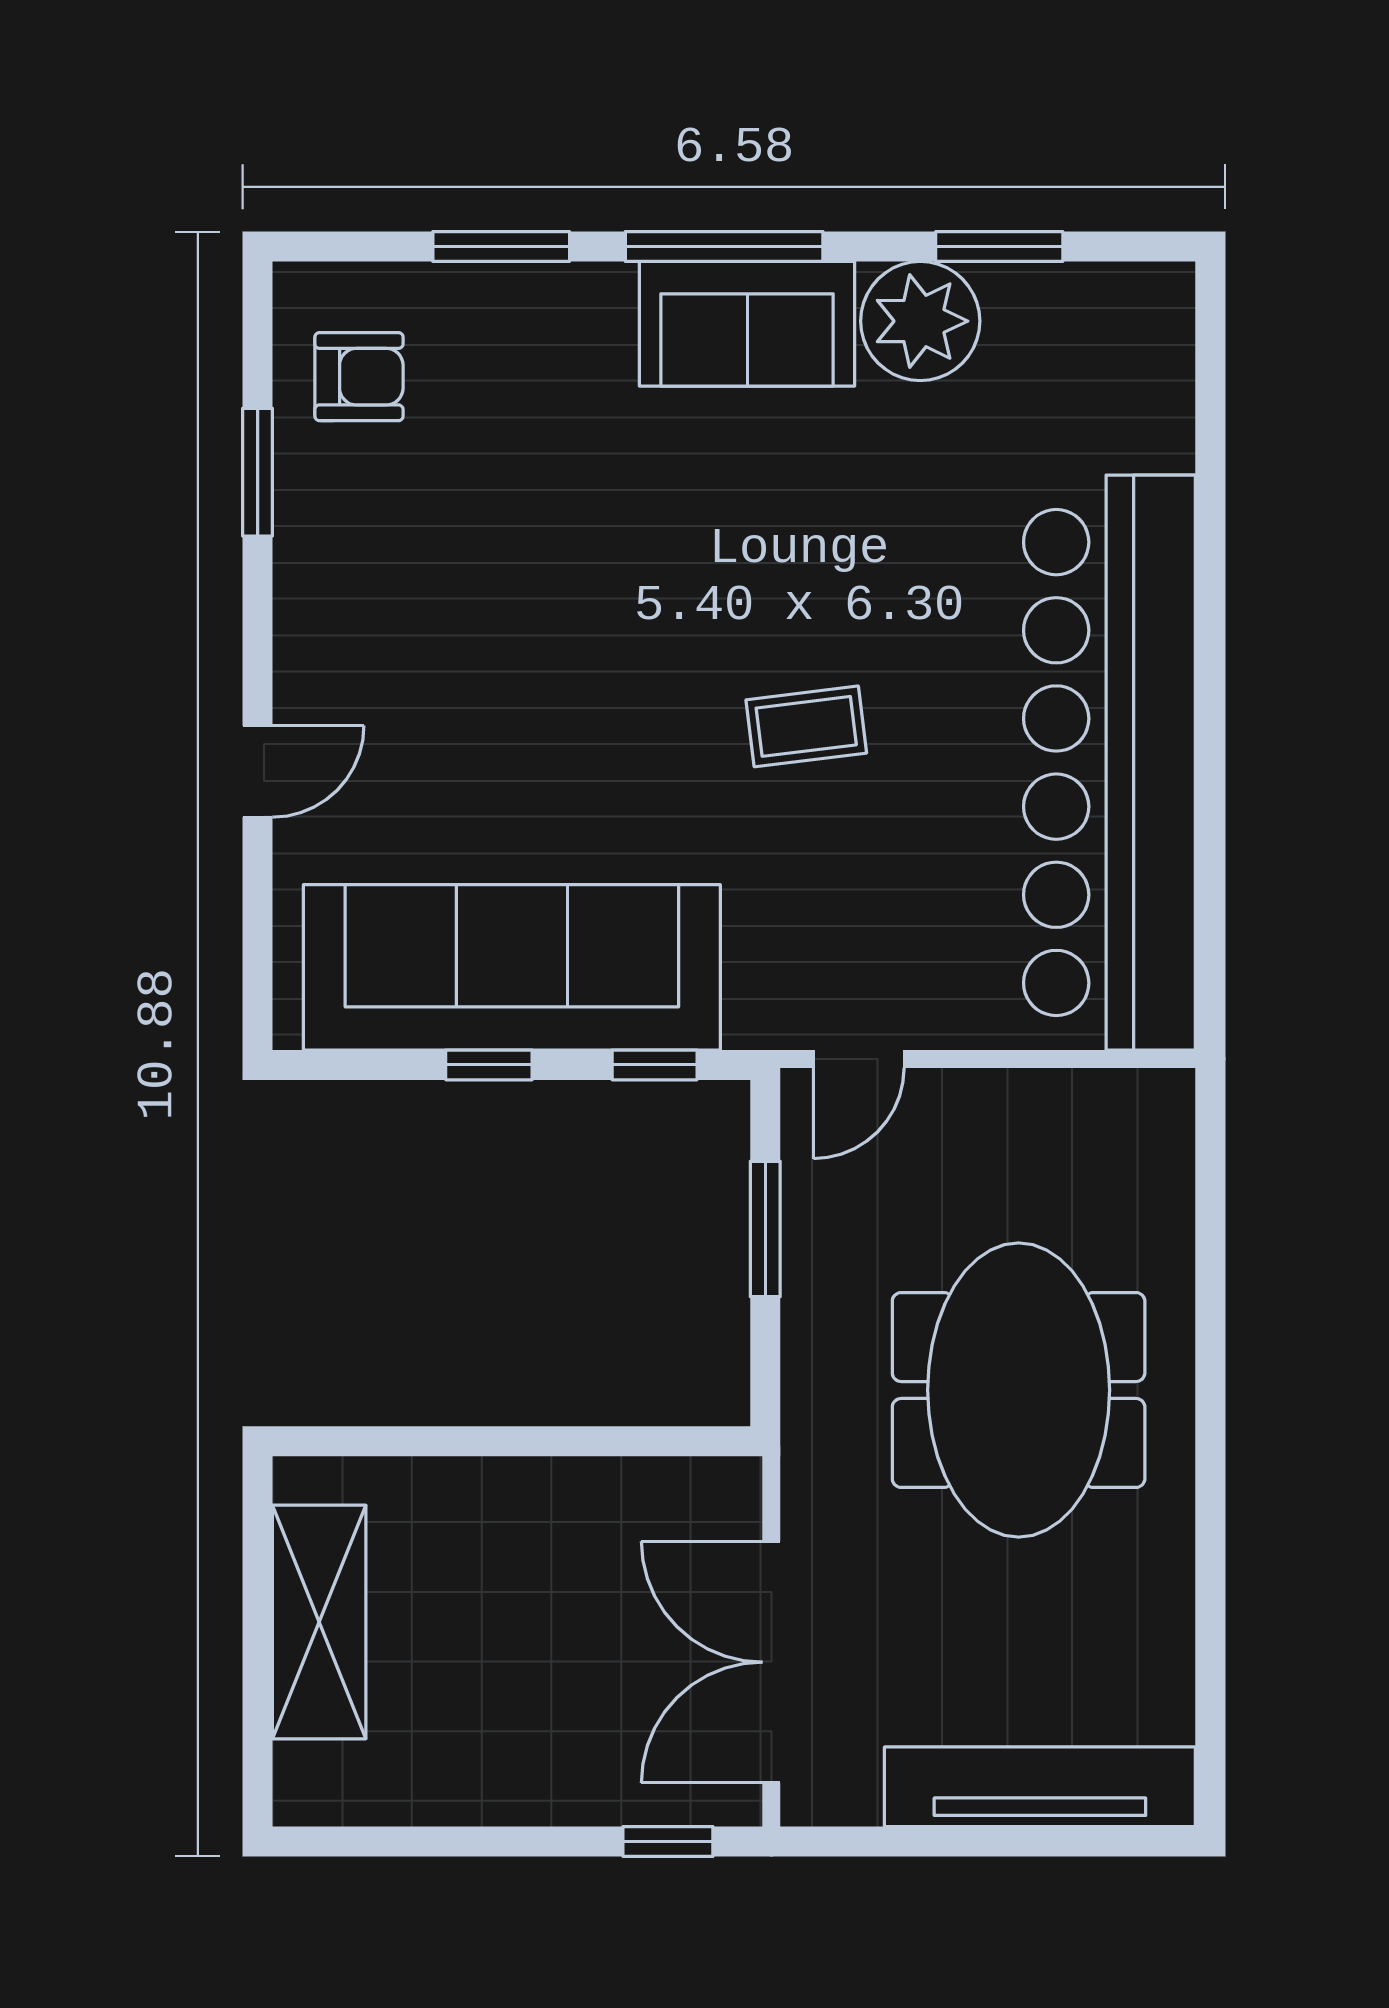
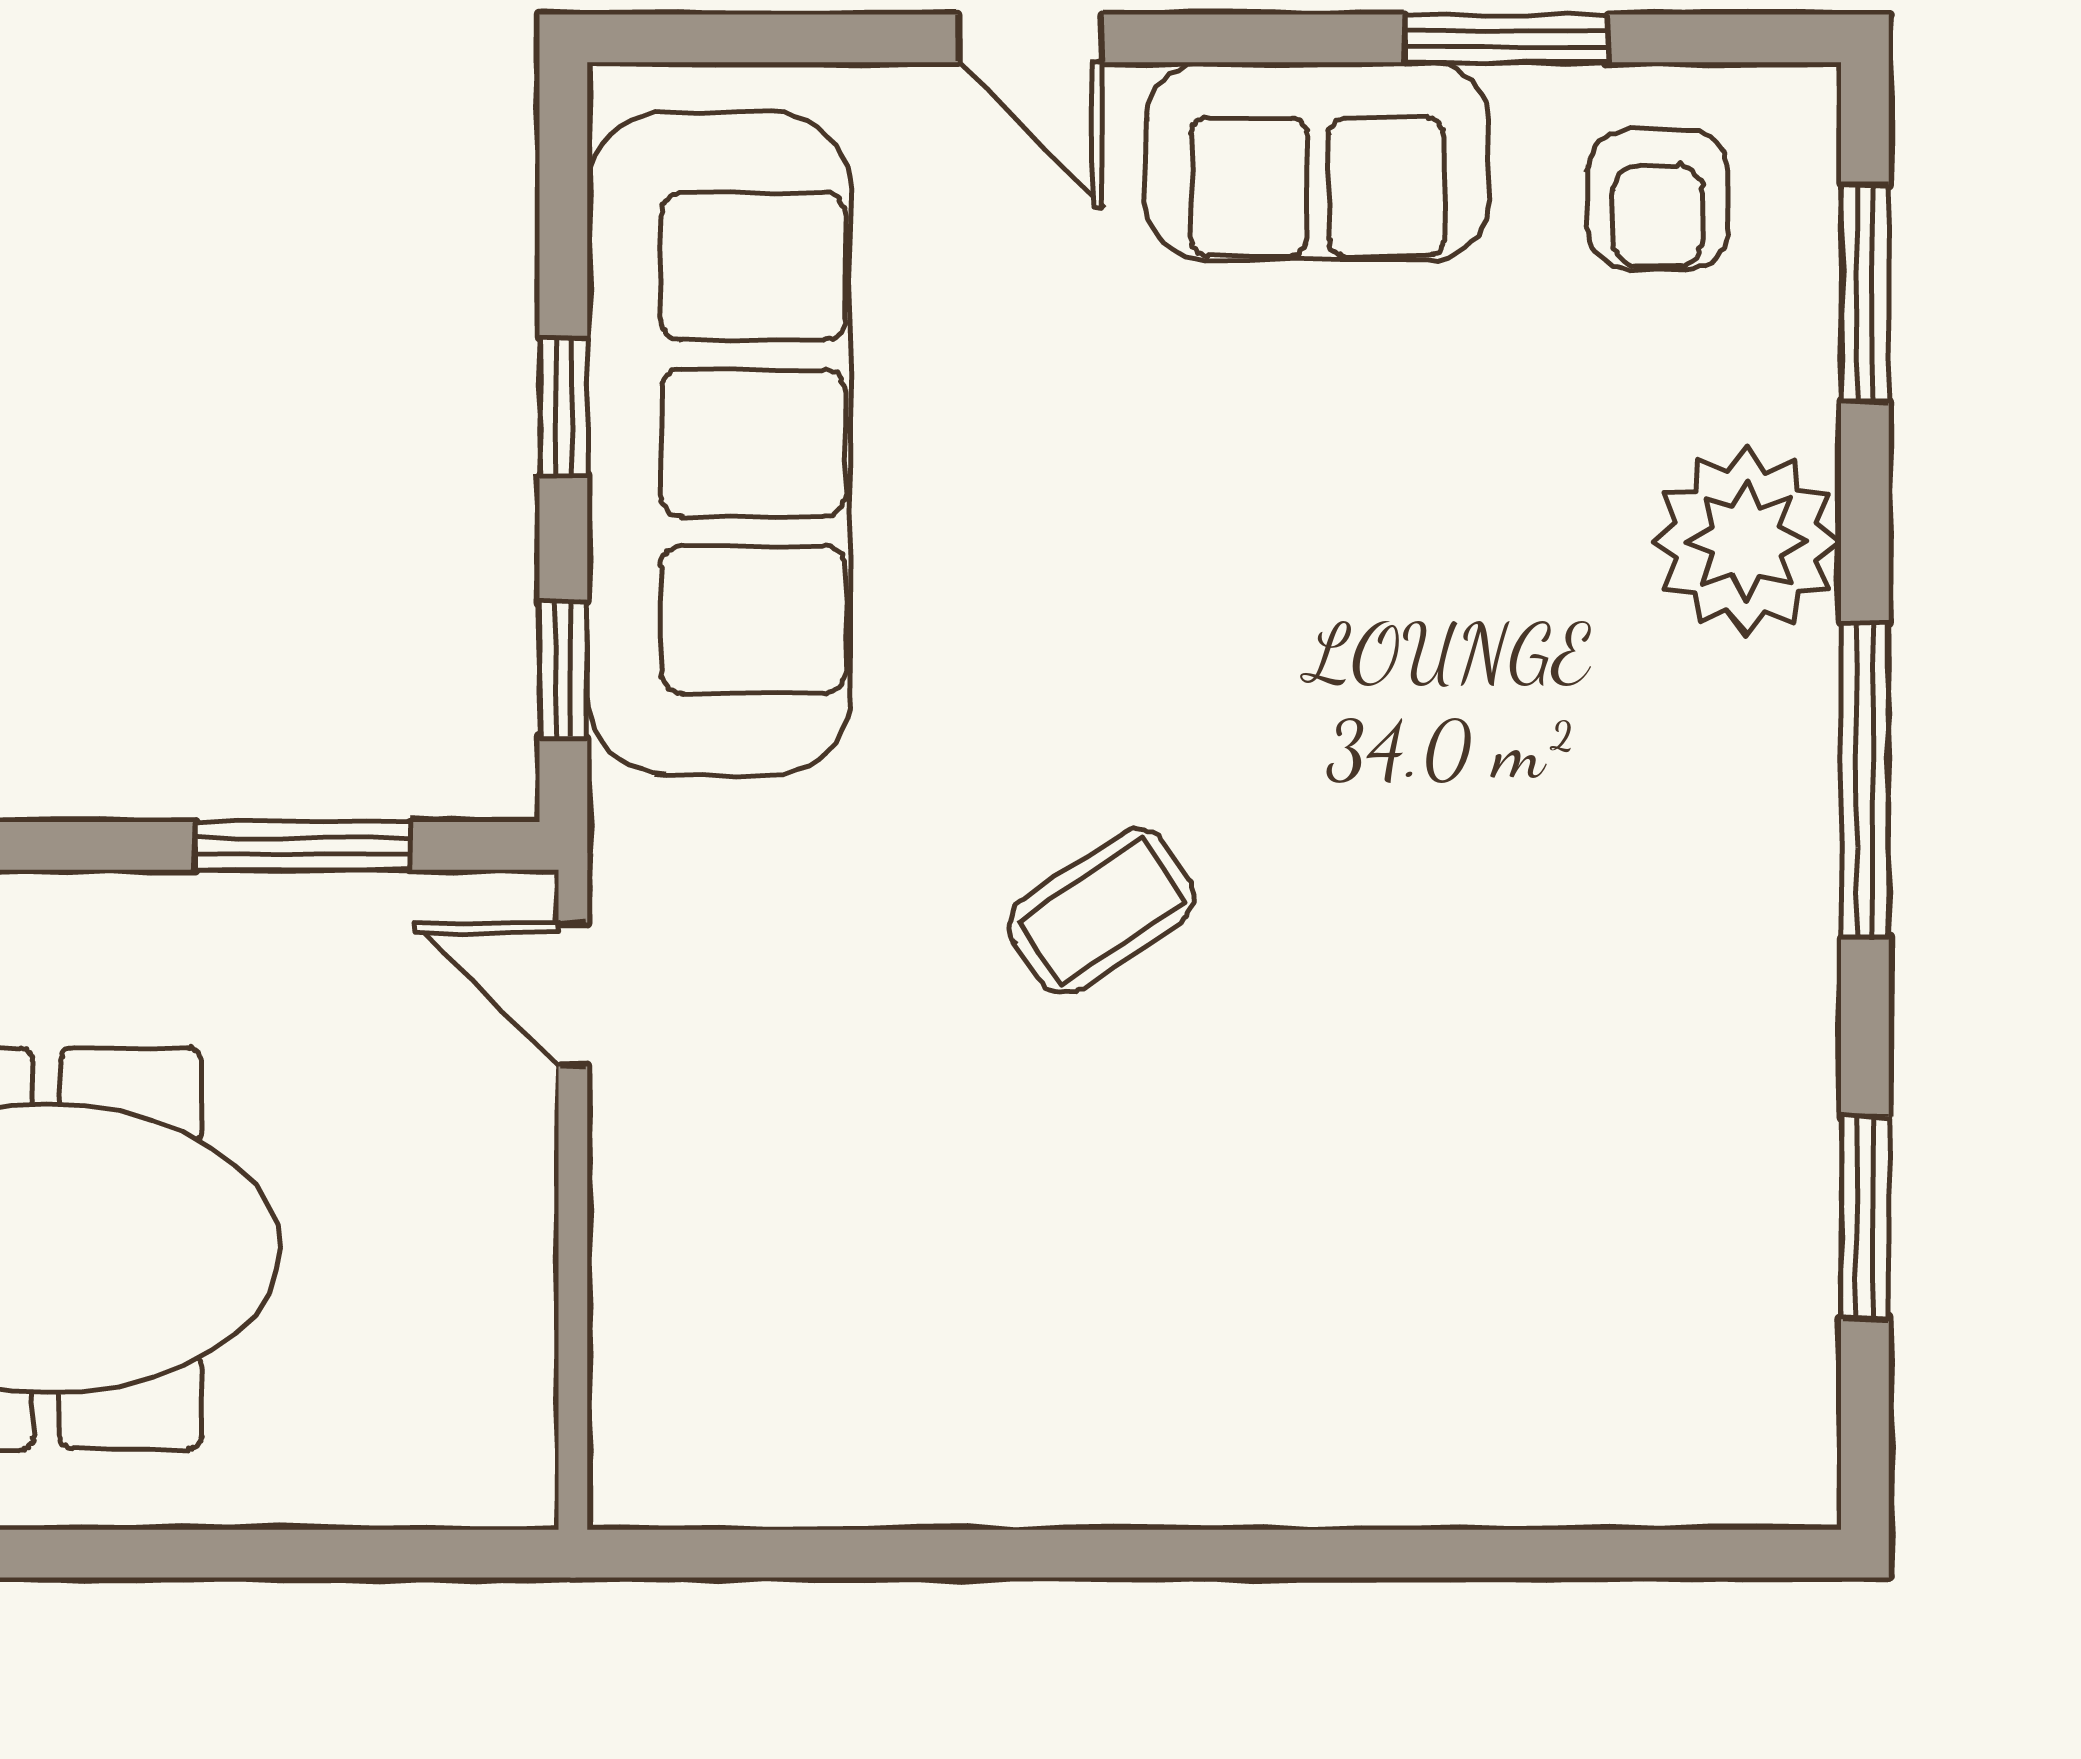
window: (501, 247) -> (1865, 293), moved
plant: (920, 321) -> (1746, 541), moved
sofa: (747, 324) -> (1317, 161), moved, turned -90
coffee table: (806, 726) -> (1102, 911), turned 63
bar counter: (1109, 763) -> (1044, 1393), removed

